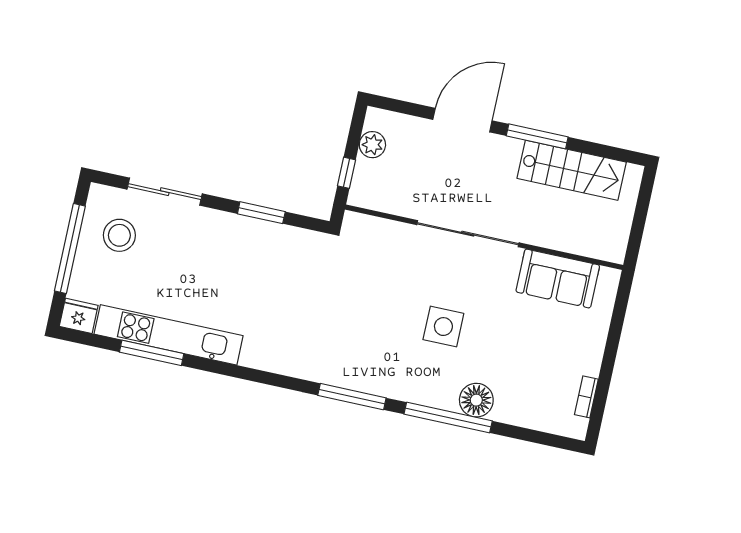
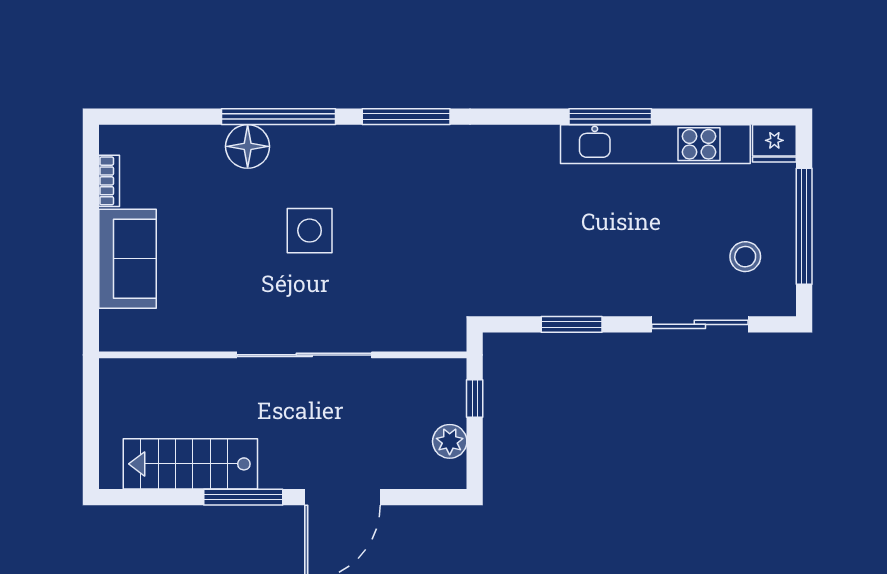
stool: (119, 235) -> (745, 257), width x0.73, depth x0.73
sofa: (558, 278) -> (128, 259), moved, turned 90
window: (152, 353) -> (610, 117), moved

